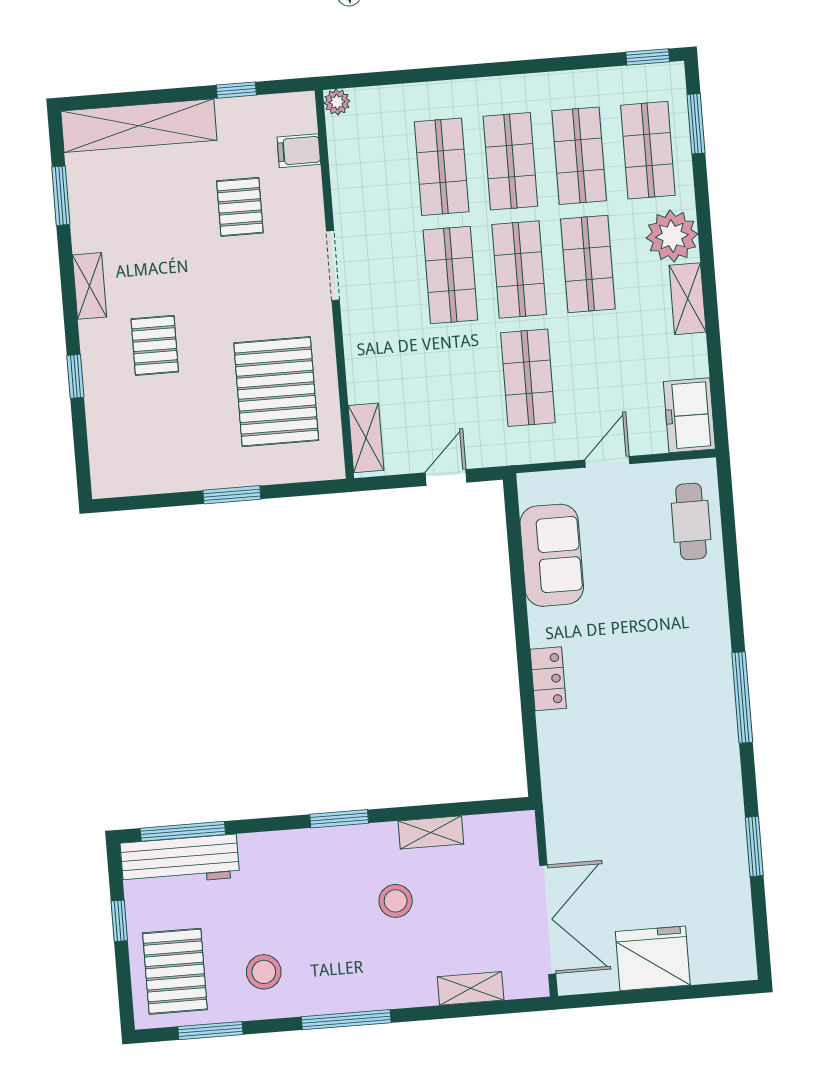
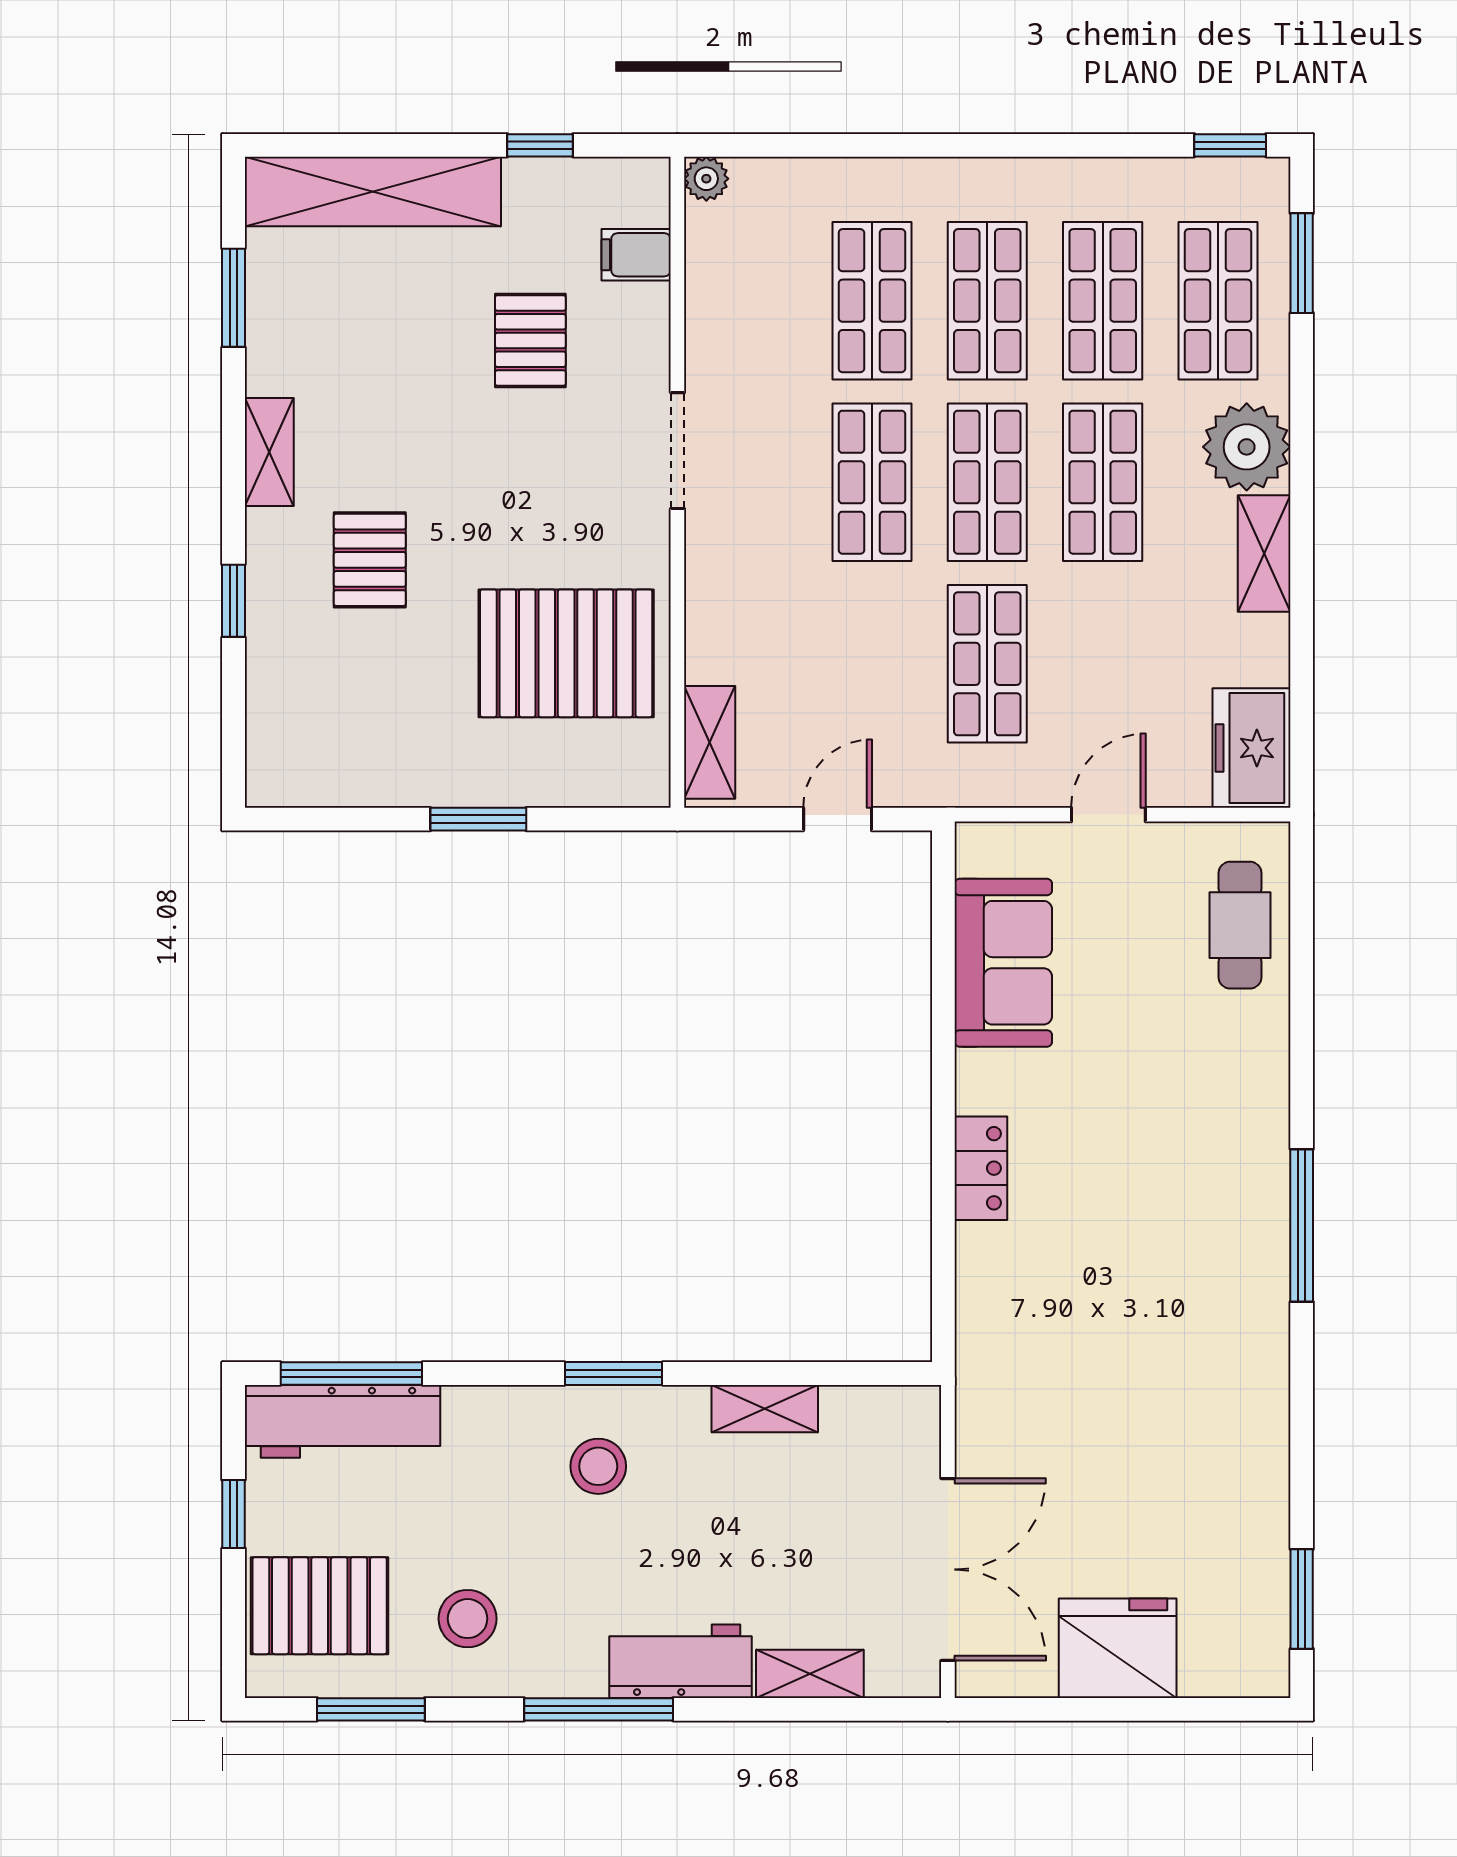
pallet: (276, 392) -> (566, 653), turned 90
window: (754, 846) -> (1302, 1599), moved
stool: (396, 901) -> (598, 1466), moved
pallet: (175, 971) -> (320, 1606), turned 90
workbench: (393, 987) -> (680, 1661), added

